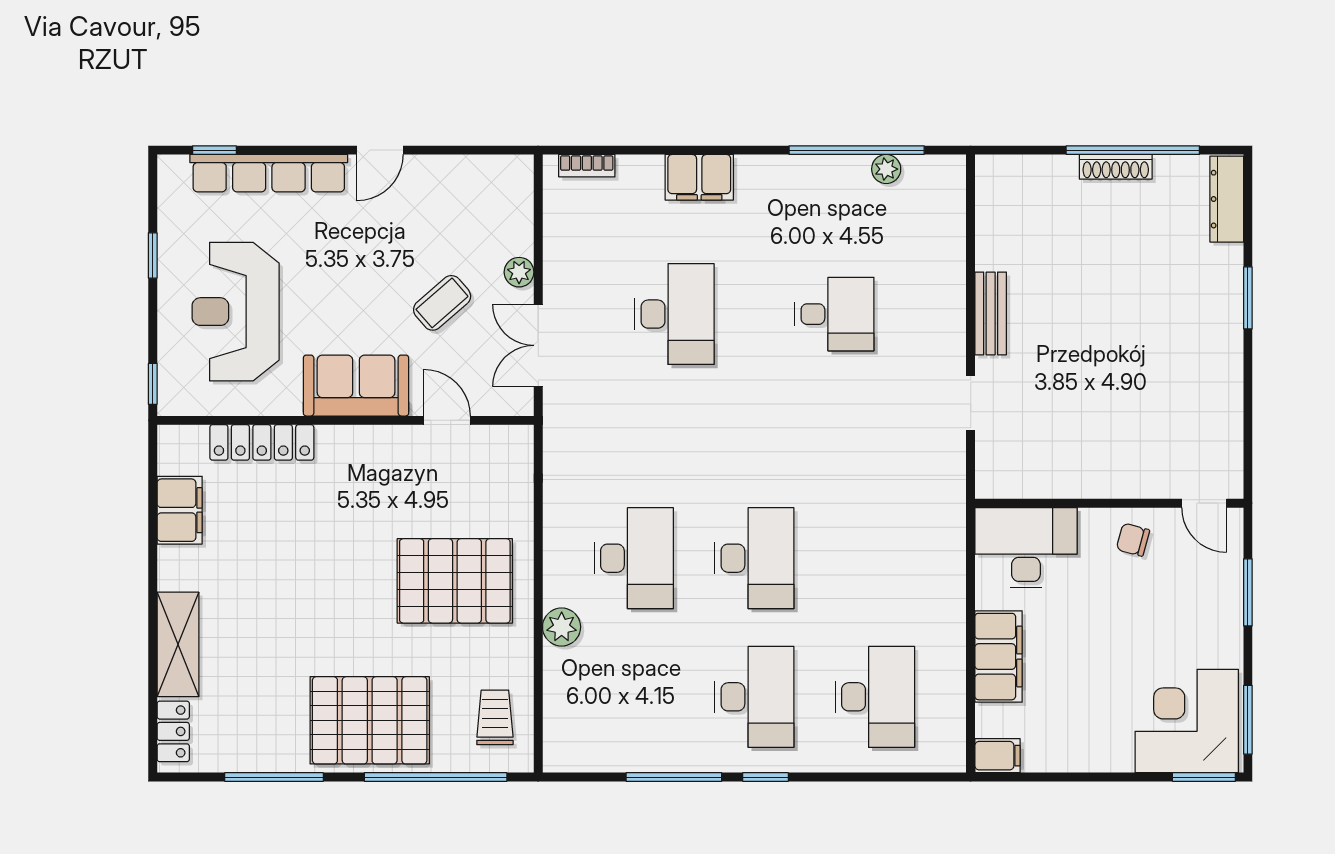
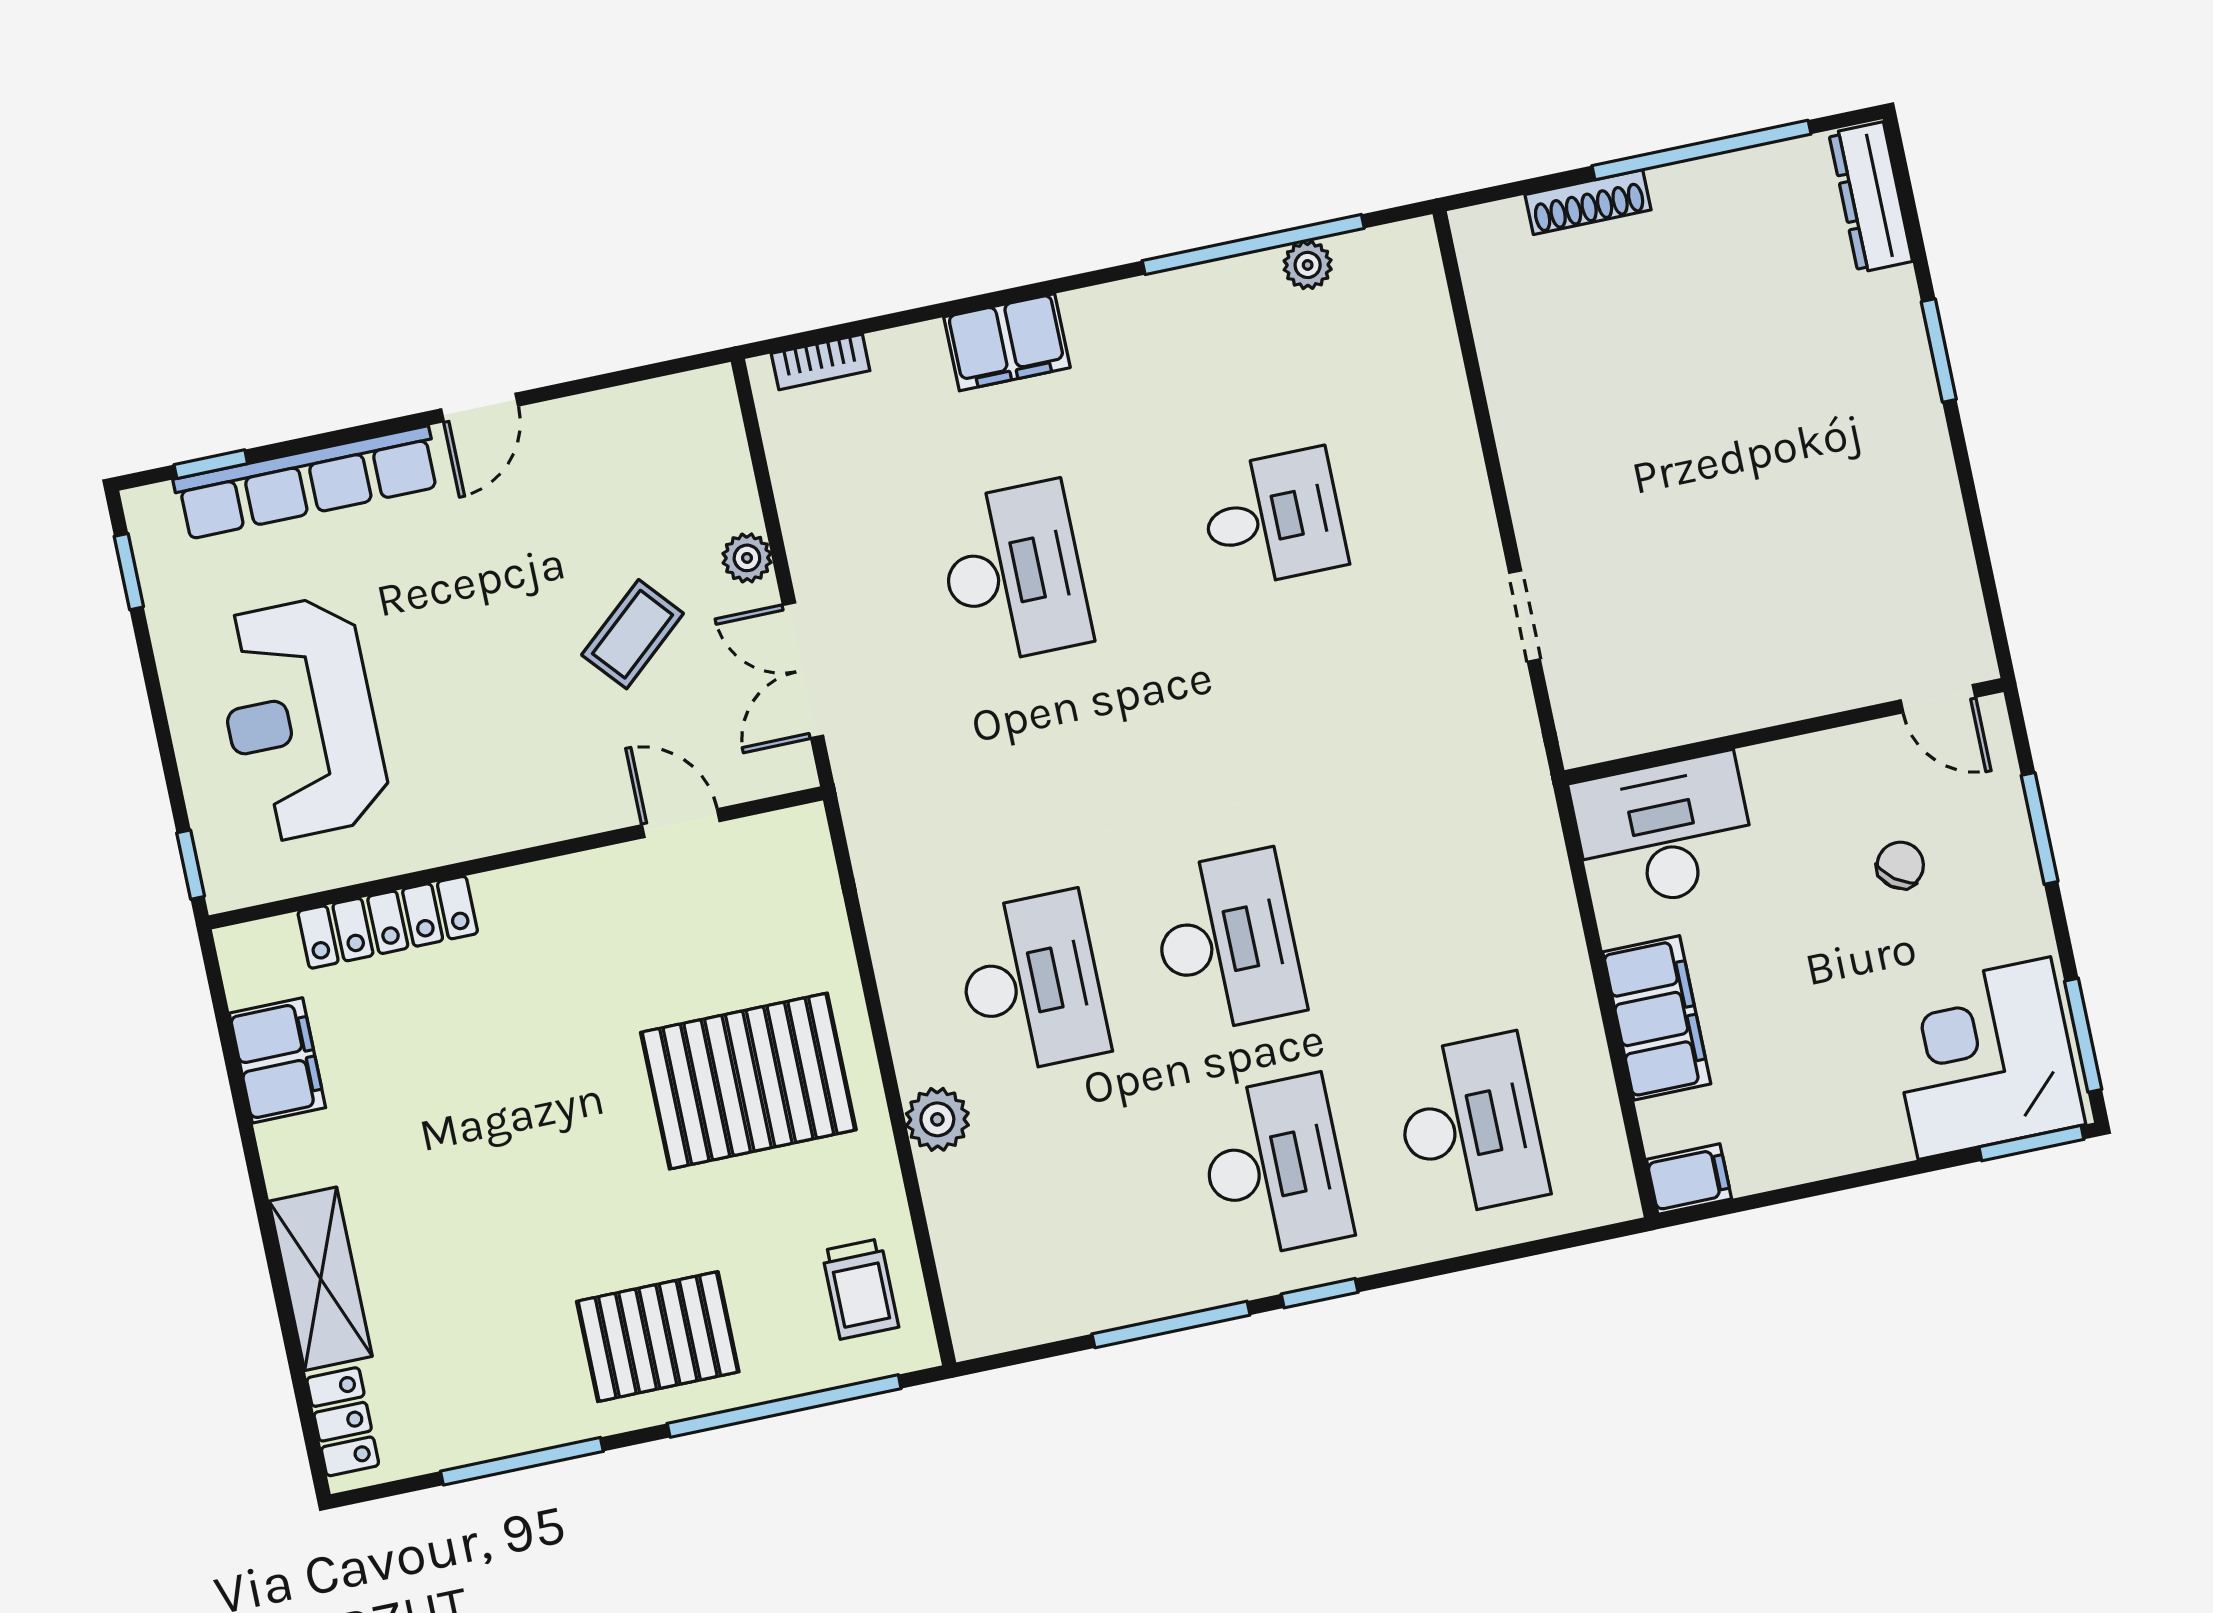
shoe rack: (1116, 167) -> (1588, 202), moved
window: (153, 255) -> (129, 572), moved
bench: (991, 313) -> (1527, 464), removed
sofa: (356, 386) -> (521, 798), removed
chair: (1133, 540) -> (1900, 865), moved, turned 112
trolley: (495, 717) -> (860, 1289), turned 180
pallet: (370, 720) -> (658, 1337), width x0.73, depth x0.71

